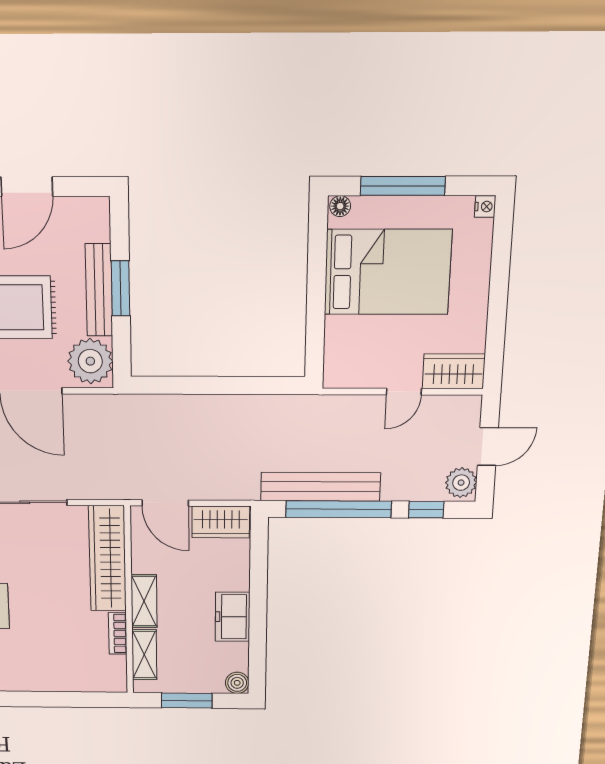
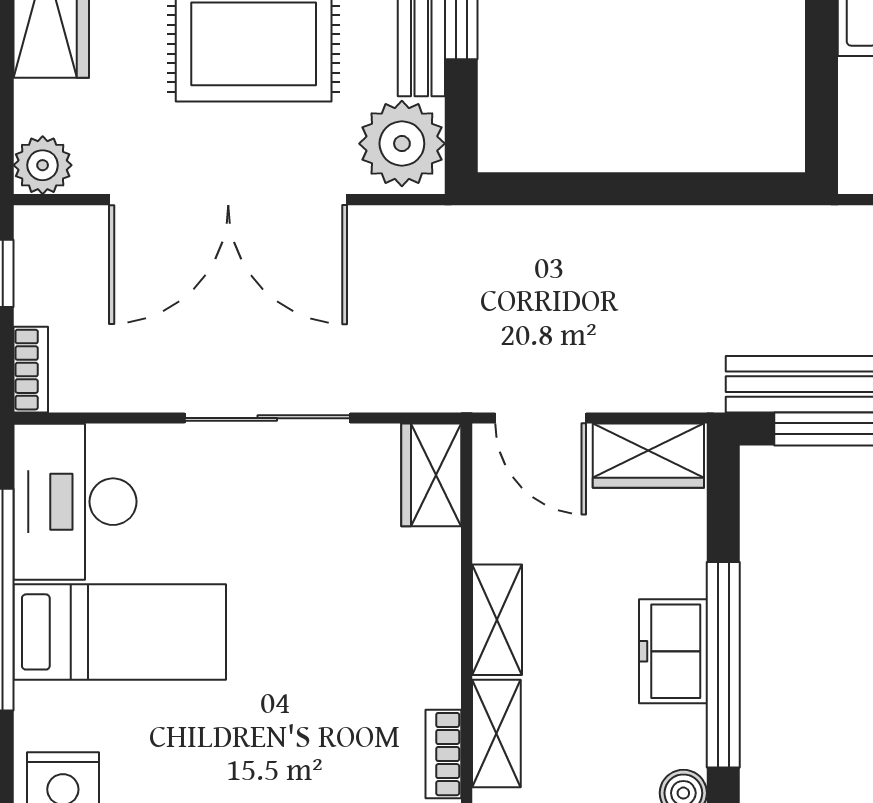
wardrobe: (107, 559) -> (431, 475), width x0.48, depth x0.85
window: (258, 623) -> (723, 665), added
bookcase: (118, 633) -> (443, 754), moved

